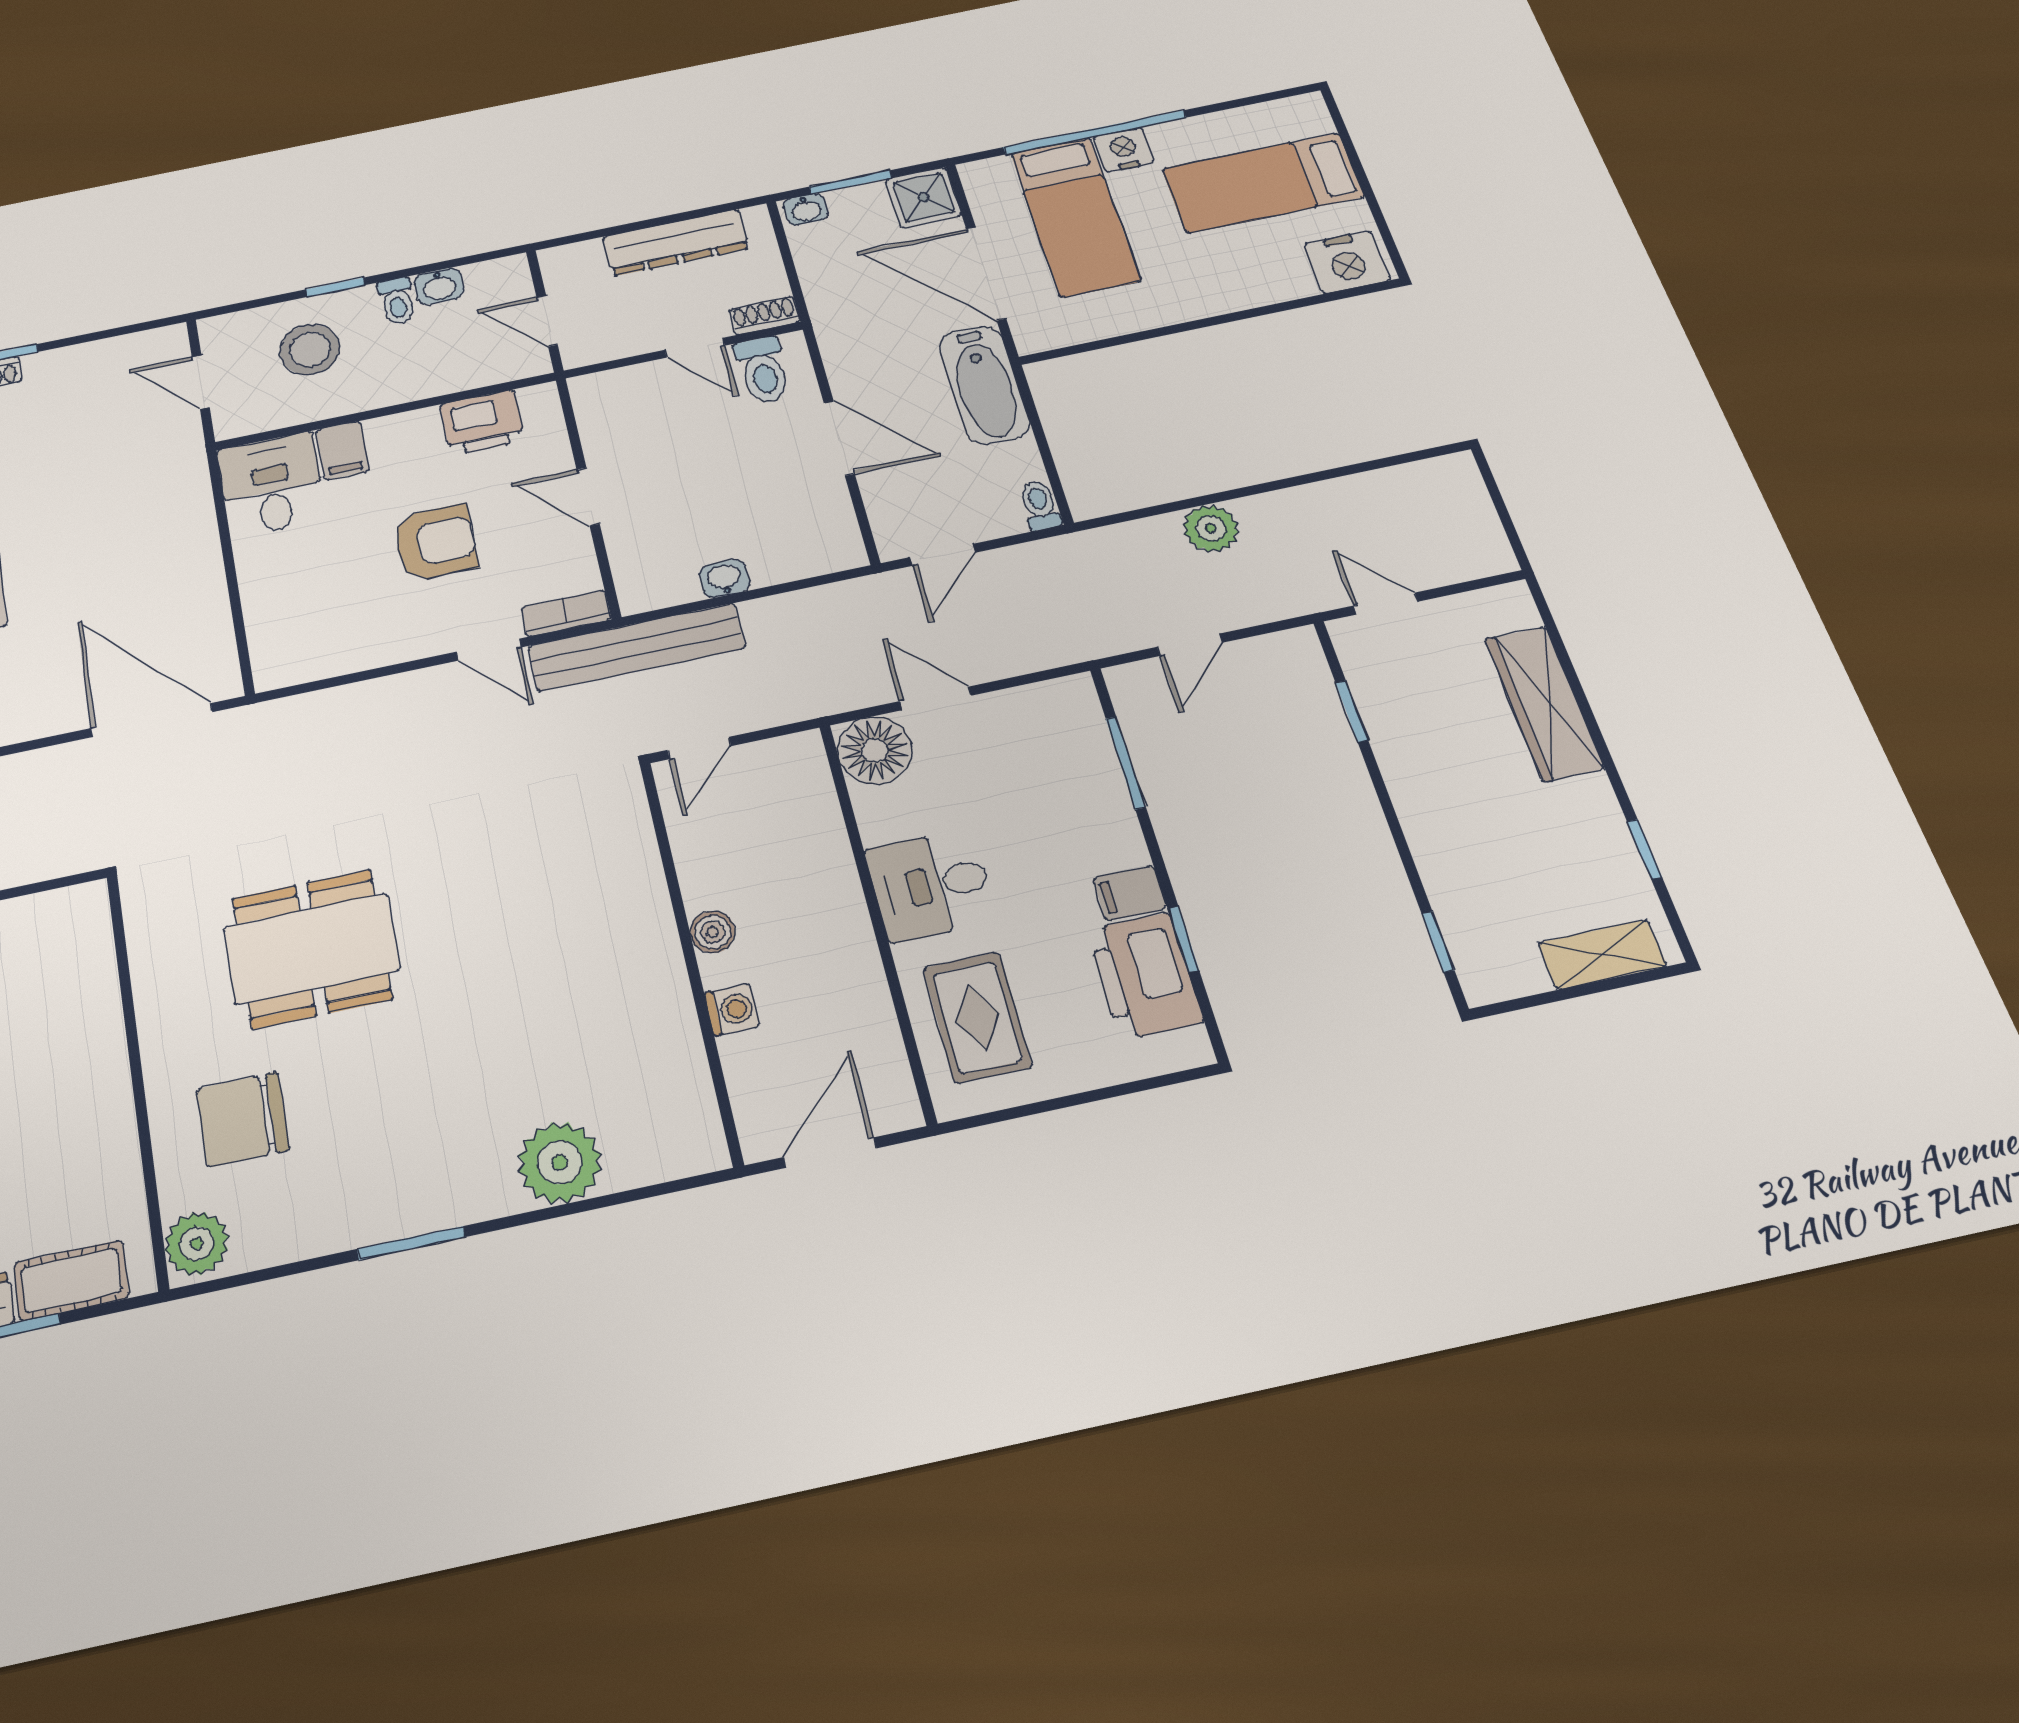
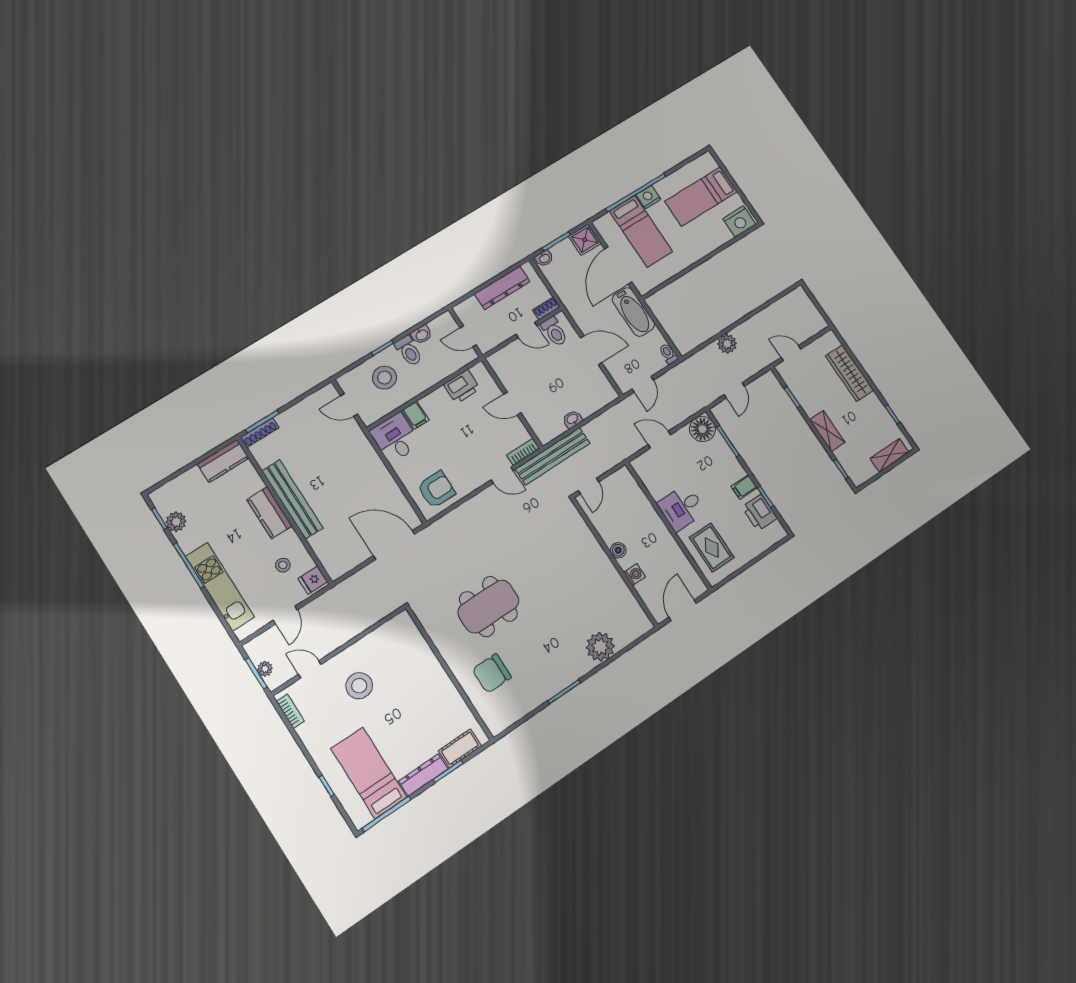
door: (986, 273) -> (618, 265), hinge flipped
toilet: (397, 301) -> (409, 351), width x1.37, depth x1.39
armchair: (435, 543) -> (436, 490), moved
floor lamp: (875, 750) -> (702, 429), moved
shelving: (1428, 829) -> (827, 431), added
printer: (1145, 976) -> (760, 513), width x0.73, depth x0.84
plant: (197, 1244) -> (495, 720), removed

